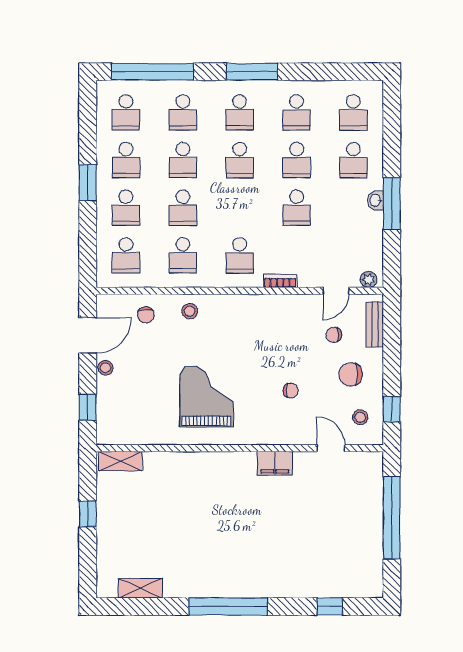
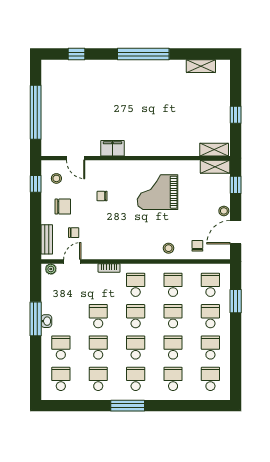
window: (152, 72) -> (193, 406), removed
window: (88, 182) -> (236, 301), moved
school desk: (240, 208) -> (136, 316), added
grand piano: (206, 396) -> (157, 192), turned 90
shelving: (119, 435) -> (215, 167), added

